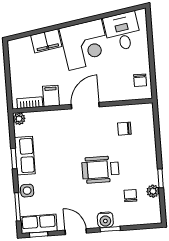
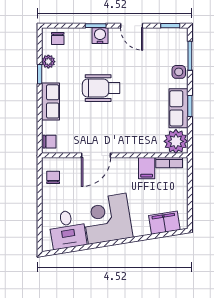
filing cabinet: (46, 41) -> (164, 223), moved
door: (85, 106) -> (96, 155), moved
plant: (19, 119) -> (176, 141), width x1.88, depth x1.88
chair: (124, 129) -> (50, 142), moved
wheelchair: (100, 170) -> (101, 88), turned 180
chair: (130, 196) -> (58, 39), moved
row of seats: (39, 224) -> (51, 101), moved, turned -90

